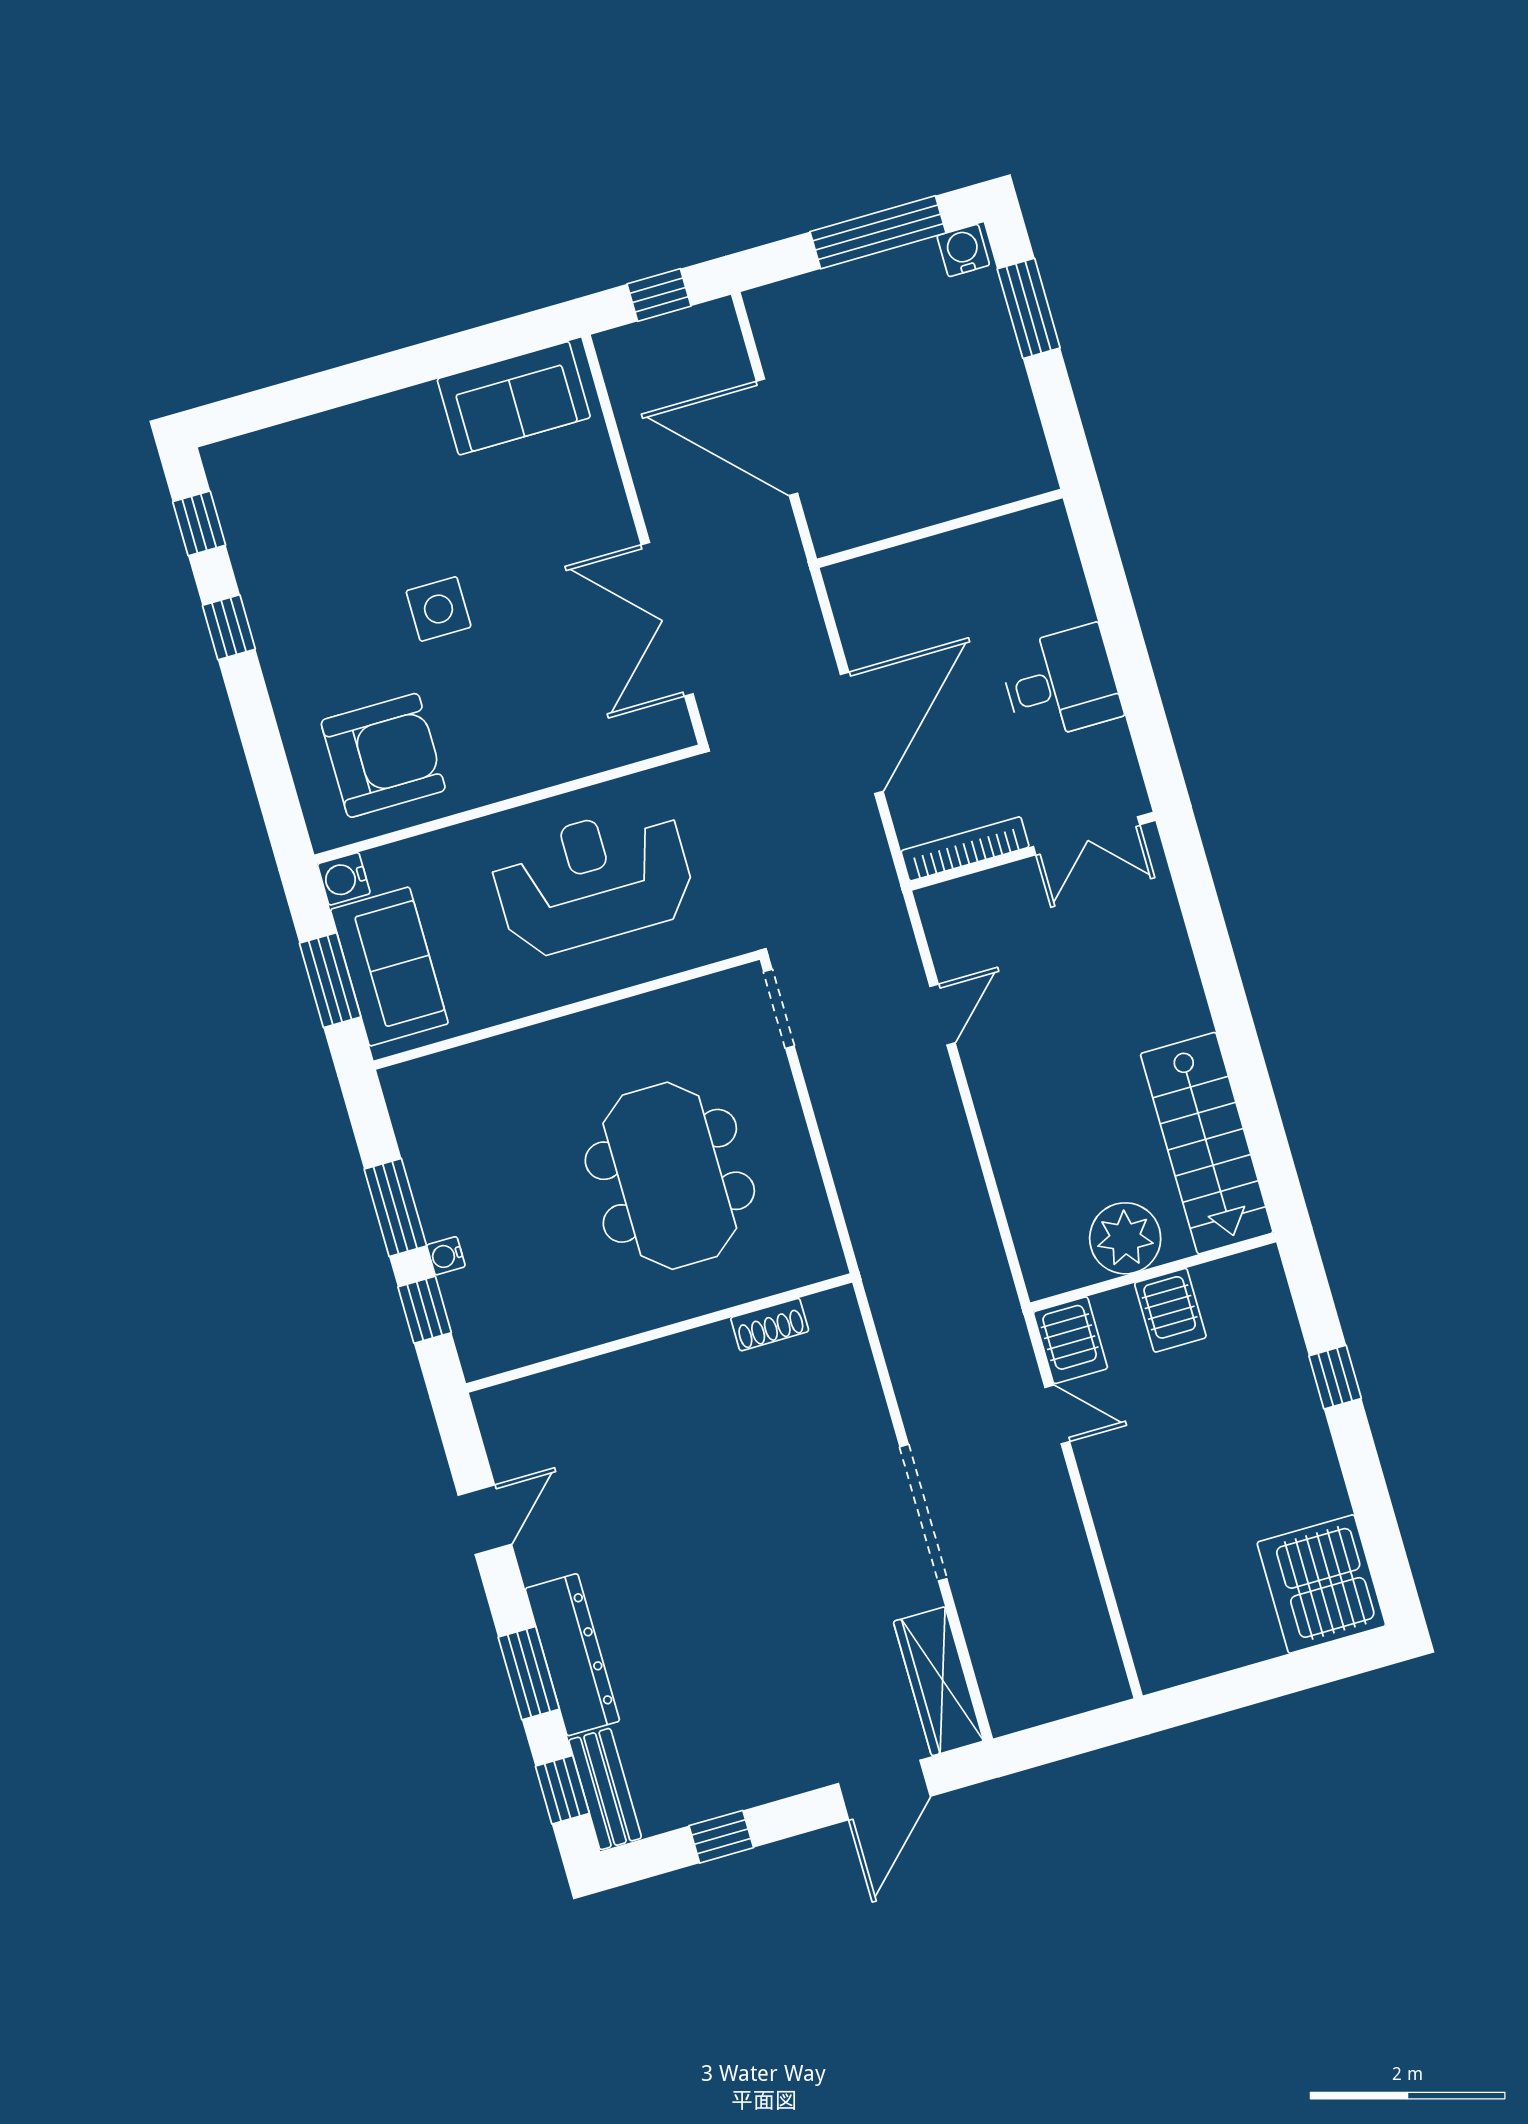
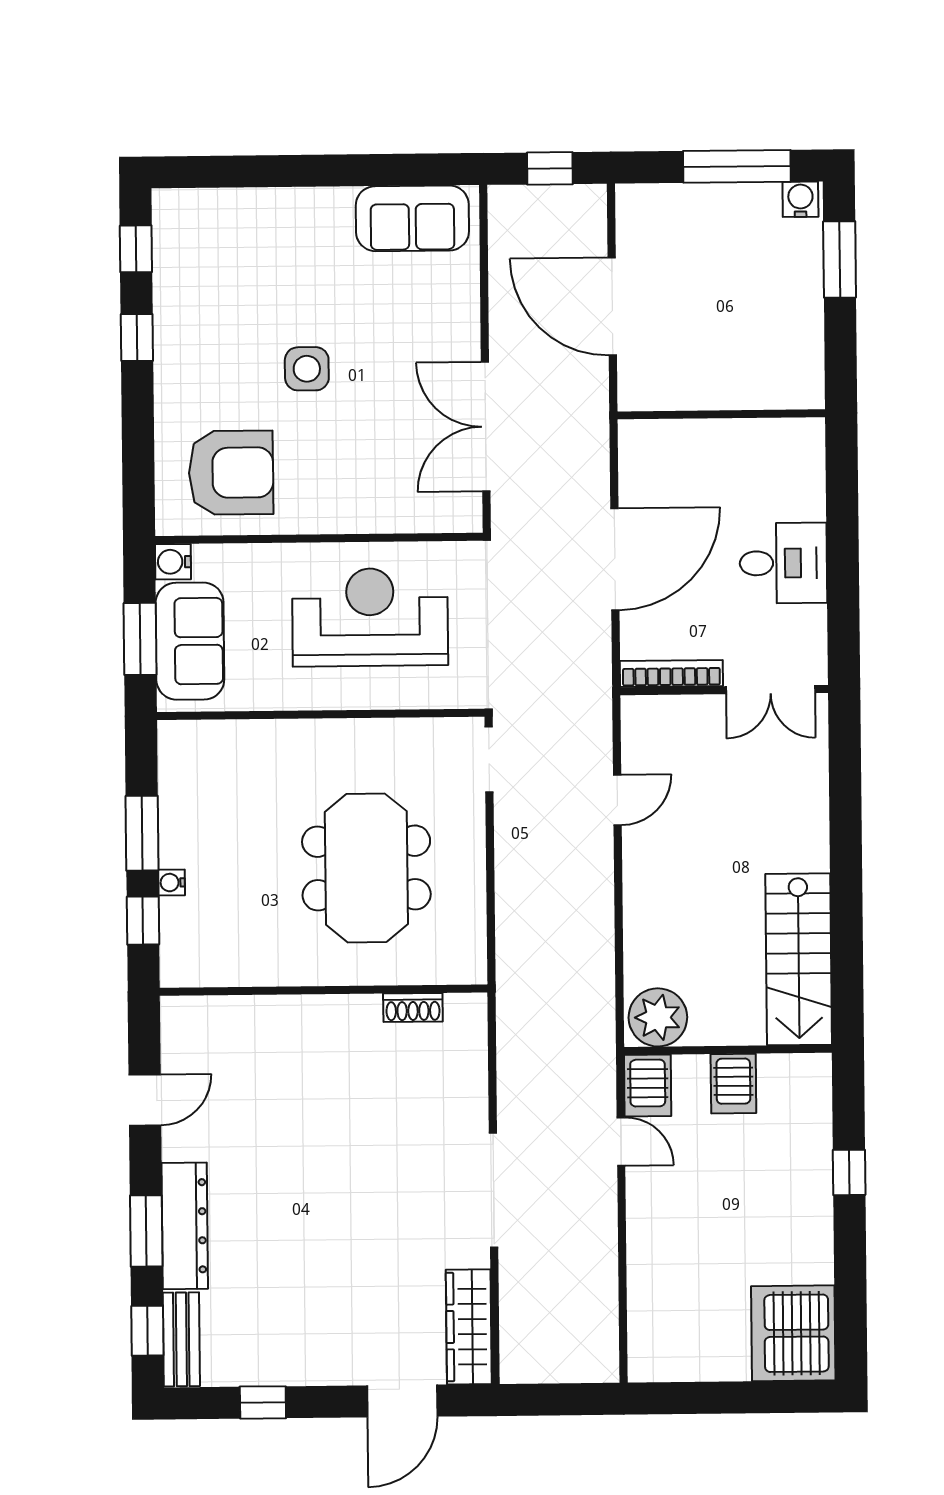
plant: (1125, 1238) -> (658, 1017), moved

